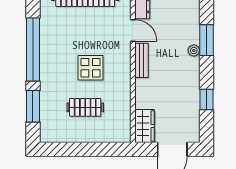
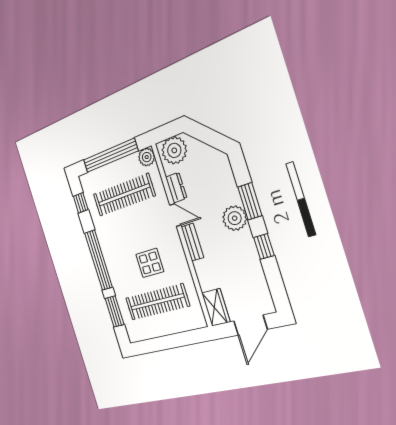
plant: (194, 51) -> (235, 218), width x1.87, depth x1.87
window: (207, 100) -> (264, 246), moved
clothes rail: (85, 107) -> (157, 302), width x1.86, depth x1.31

